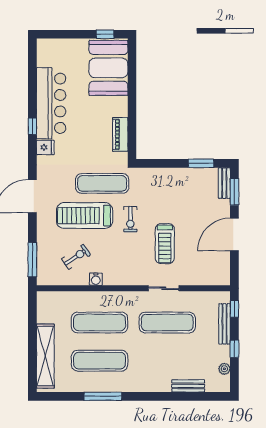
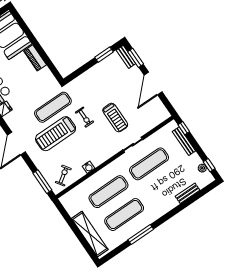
piano: (120, 134) -> (35, 58), moved
exercise bike: (76, 257) -> (63, 176), moved
window: (234, 349) -> (209, 165), moved

